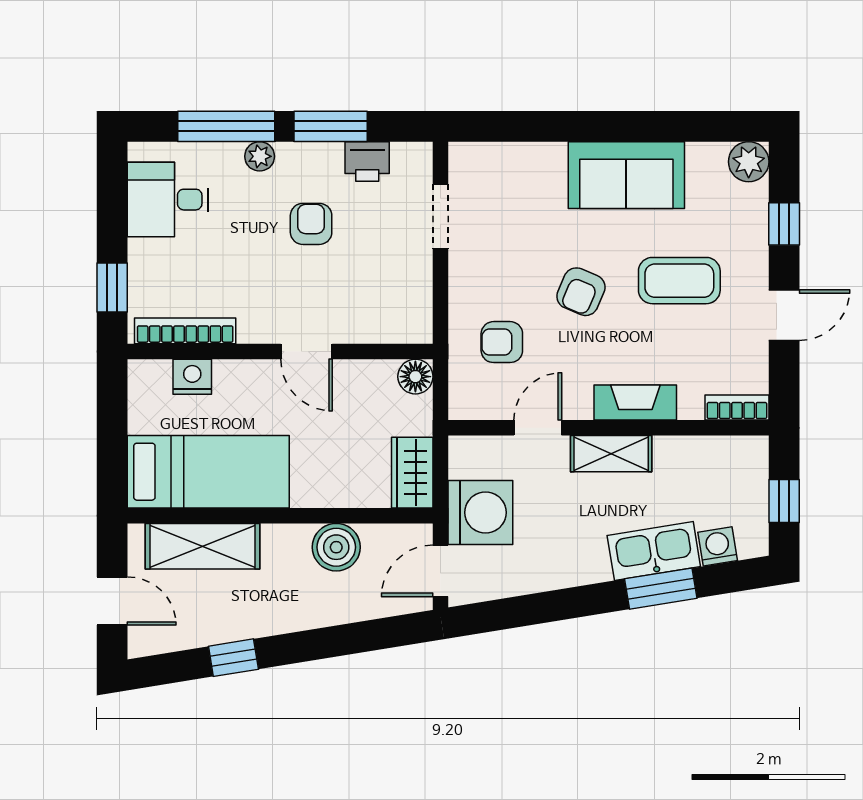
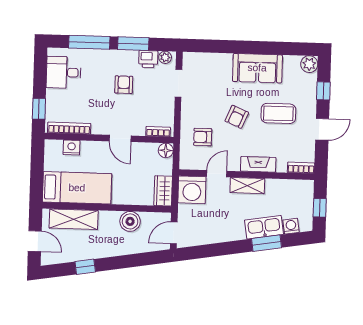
plant: (260, 156) -> (165, 57), moved
bookcase: (396, 332) -> (158, 132), added
washing machine: (480, 513) -> (192, 190), moved, turned 90

